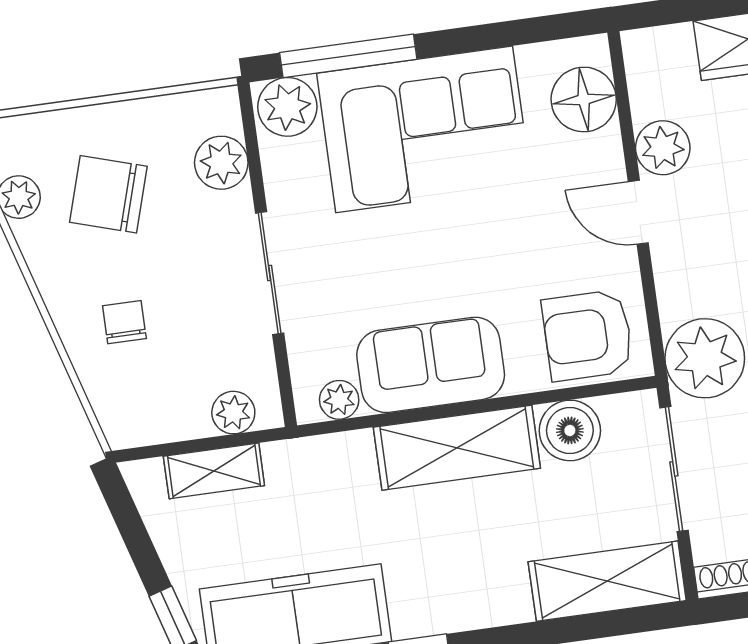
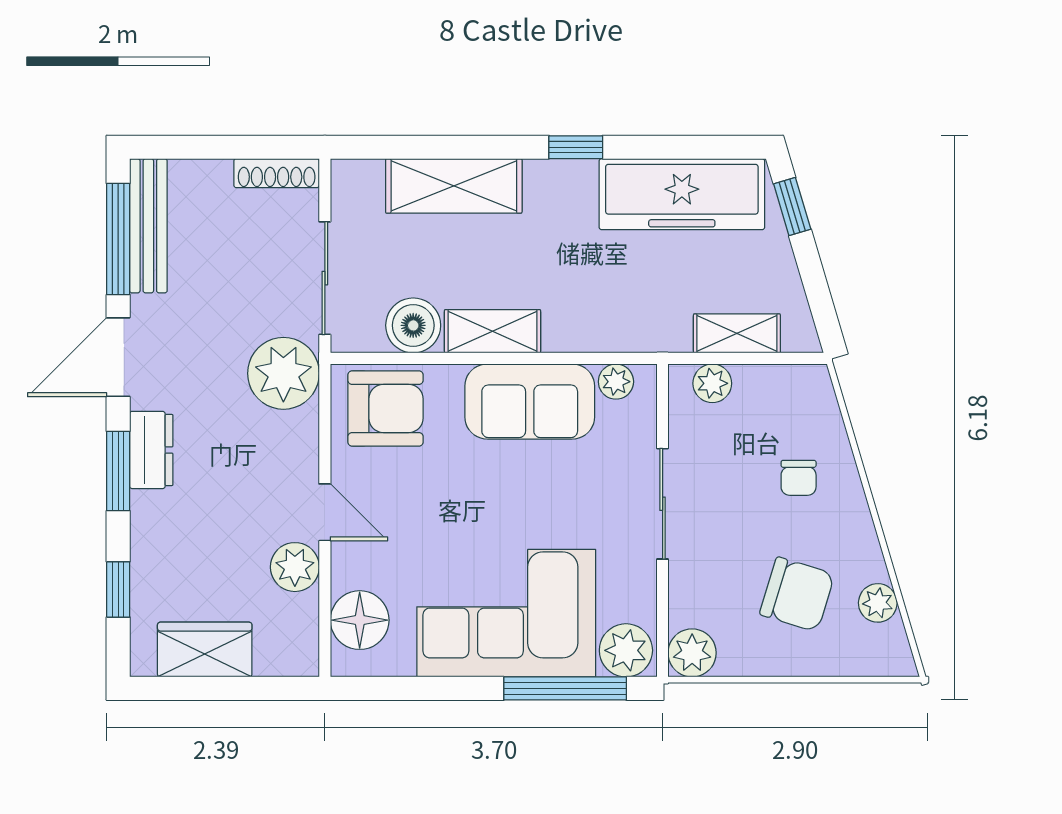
plant: (221, 163) -> (692, 653), moved
shelving: (457, 448) -> (492, 331), width x0.67, depth x0.75
shelving: (607, 581) -> (454, 186), moved

